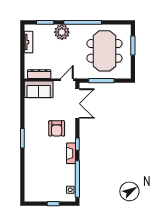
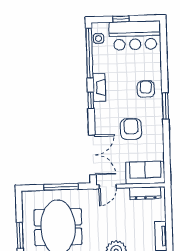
double door: (77, 104) -> (92, 155), swing flipped
armchair: (57, 128) -> (131, 129), moved
armchair: (36, 151) -> (146, 89), added
bar counter: (43, 191) -> (135, 35), added

